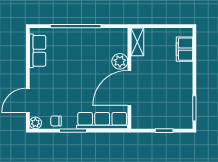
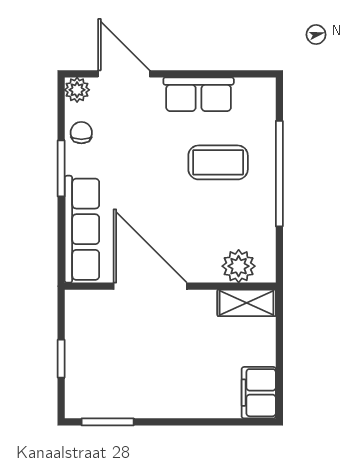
filing cabinet: (184, 49) -> (259, 393), moved, turned -90
row of seats: (38, 51) -> (199, 94), moved
coffee table: (70, 55) -> (218, 162), added
plant: (120, 61) -> (239, 266), moved

